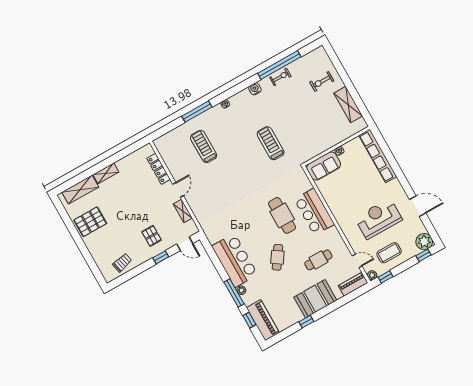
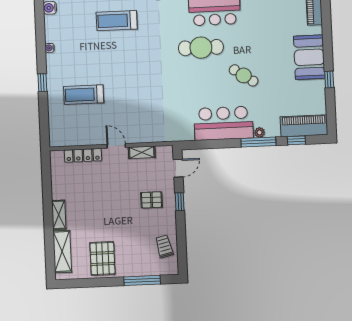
window: (197, 112) -> (42, 83), width x0.46
window: (89, 259) -> (142, 280), added
cafe table: (318, 260) -> (269, 33), removed

